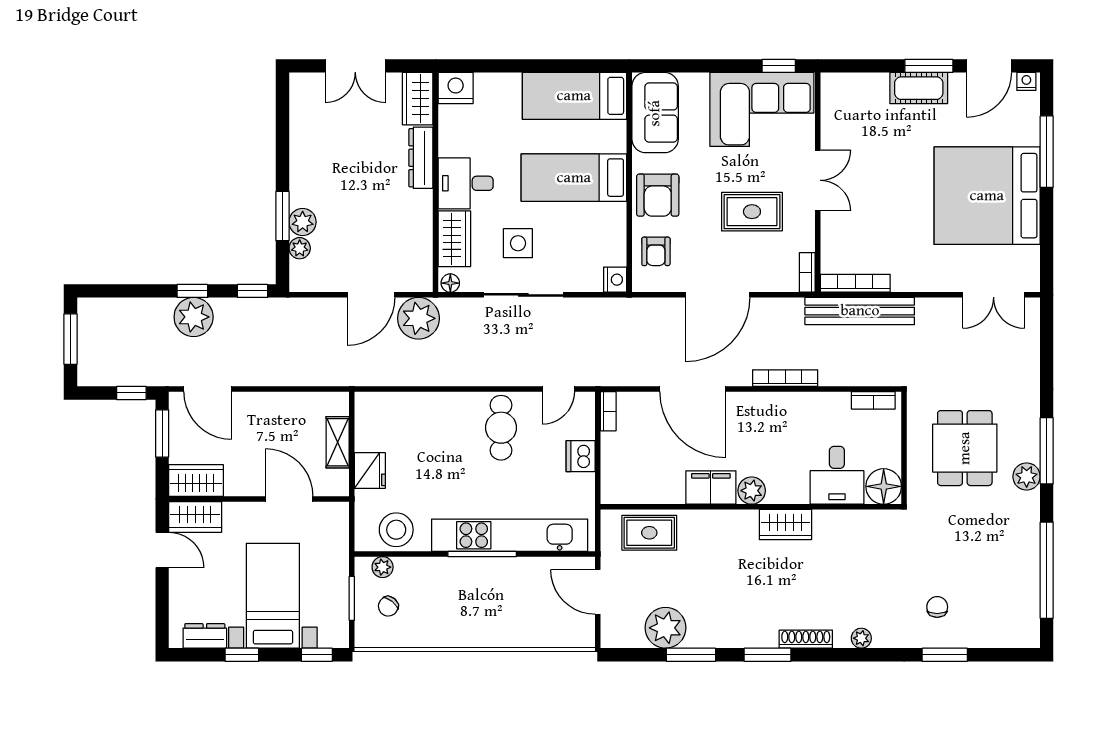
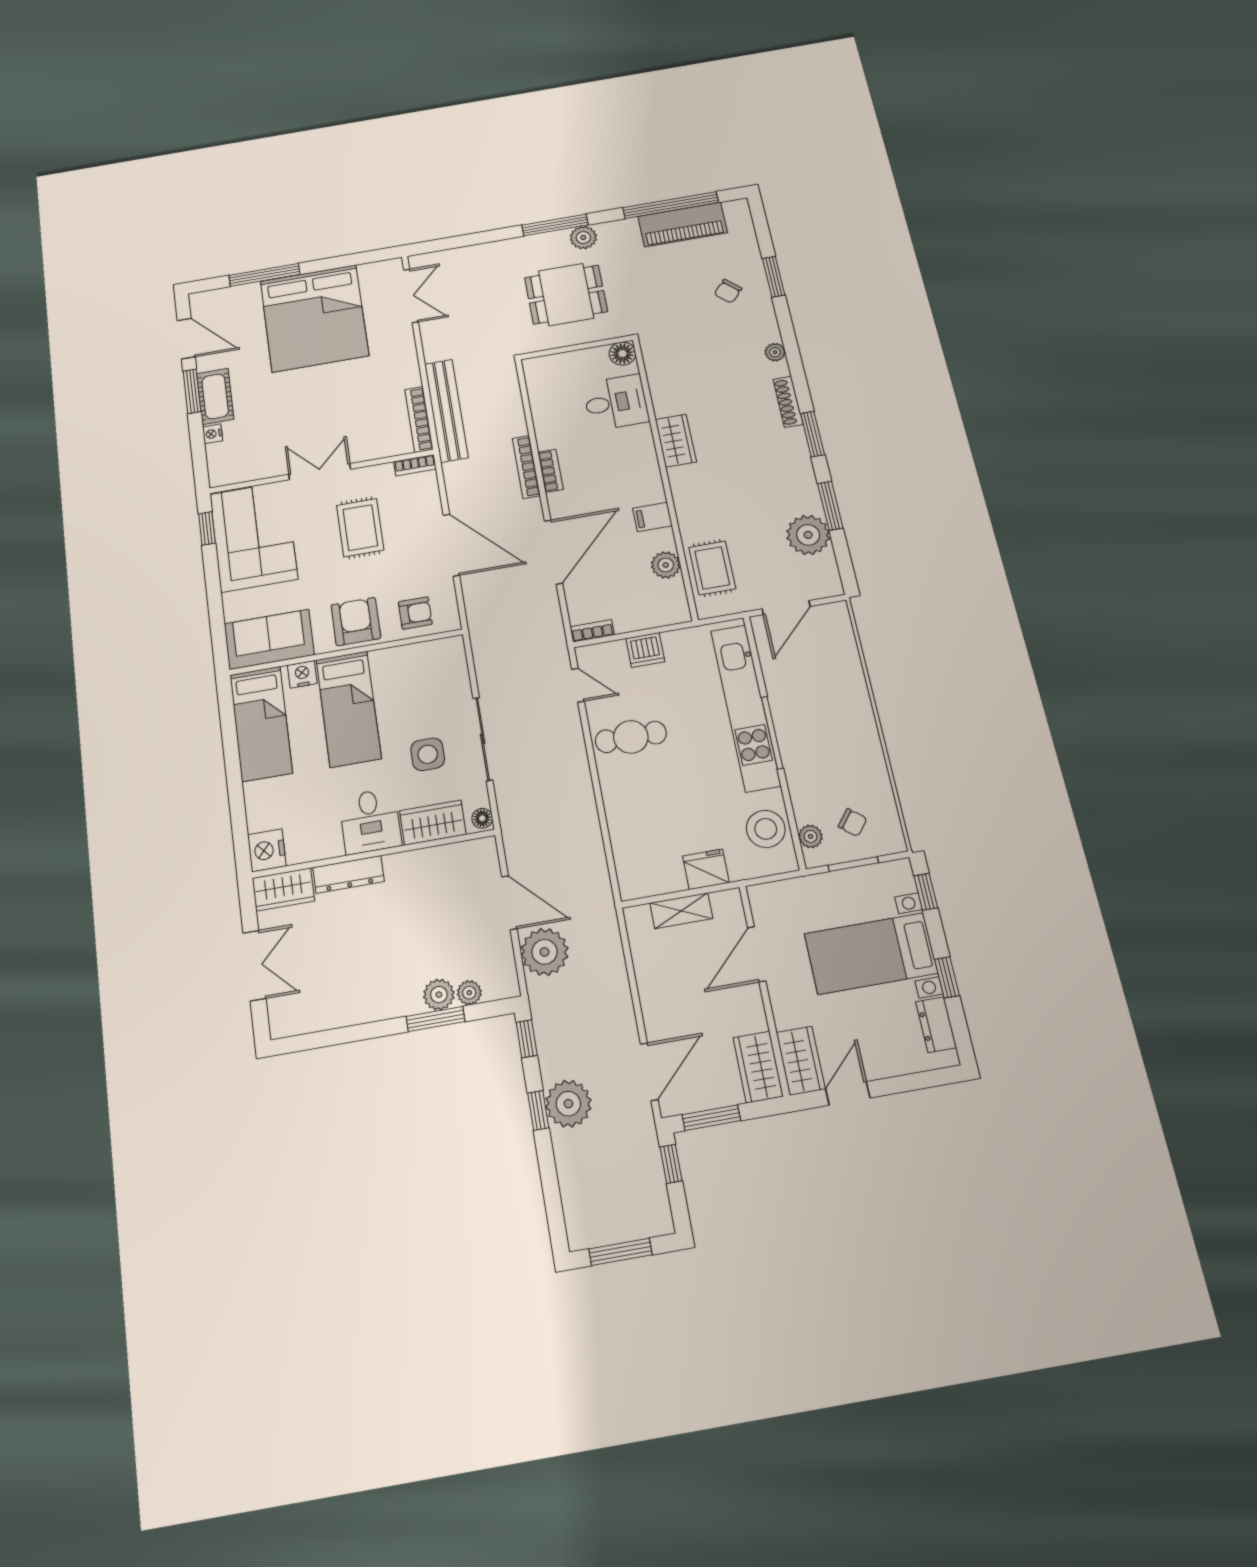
nightstand: (1026, 81) -> (213, 434), moved
armchair: (658, 195) -> (356, 622), turned -90
nightstand: (615, 280) -> (302, 674), moved
plant: (418, 318) -> (545, 952), moved
bookcase: (873, 400) -> (550, 471), moved
floor lamp: (884, 486) -> (622, 354), width x0.73, depth x0.73
filing cabinet: (711, 488) -> (652, 517), width x0.50
plant: (752, 491) -> (666, 565), moved
piano: (1022, 578) -> (683, 225), added
chair: (937, 607) -> (728, 291), turned -48

